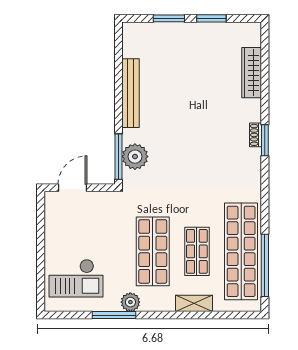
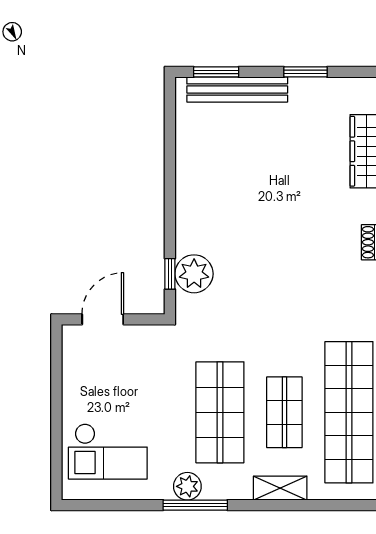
window: (169, 18) -> (216, 72), moved
bench: (131, 93) -> (237, 90), moved, turned 90
window: (119, 157) -> (170, 274), width x0.46
window: (114, 315) -> (195, 505), moved

